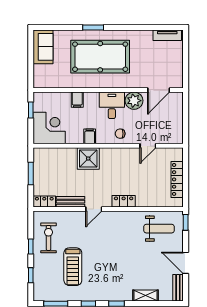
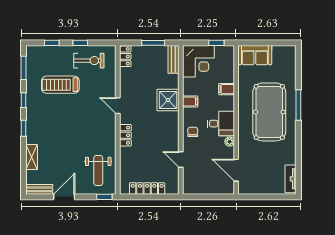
window: (93, 27) -> (298, 105), width x1.44
sofa: (43, 47) -> (255, 55), moved
plant: (134, 101) -> (230, 142), width x0.53, depth x0.53
bench: (70, 202) -> (173, 59), moved

